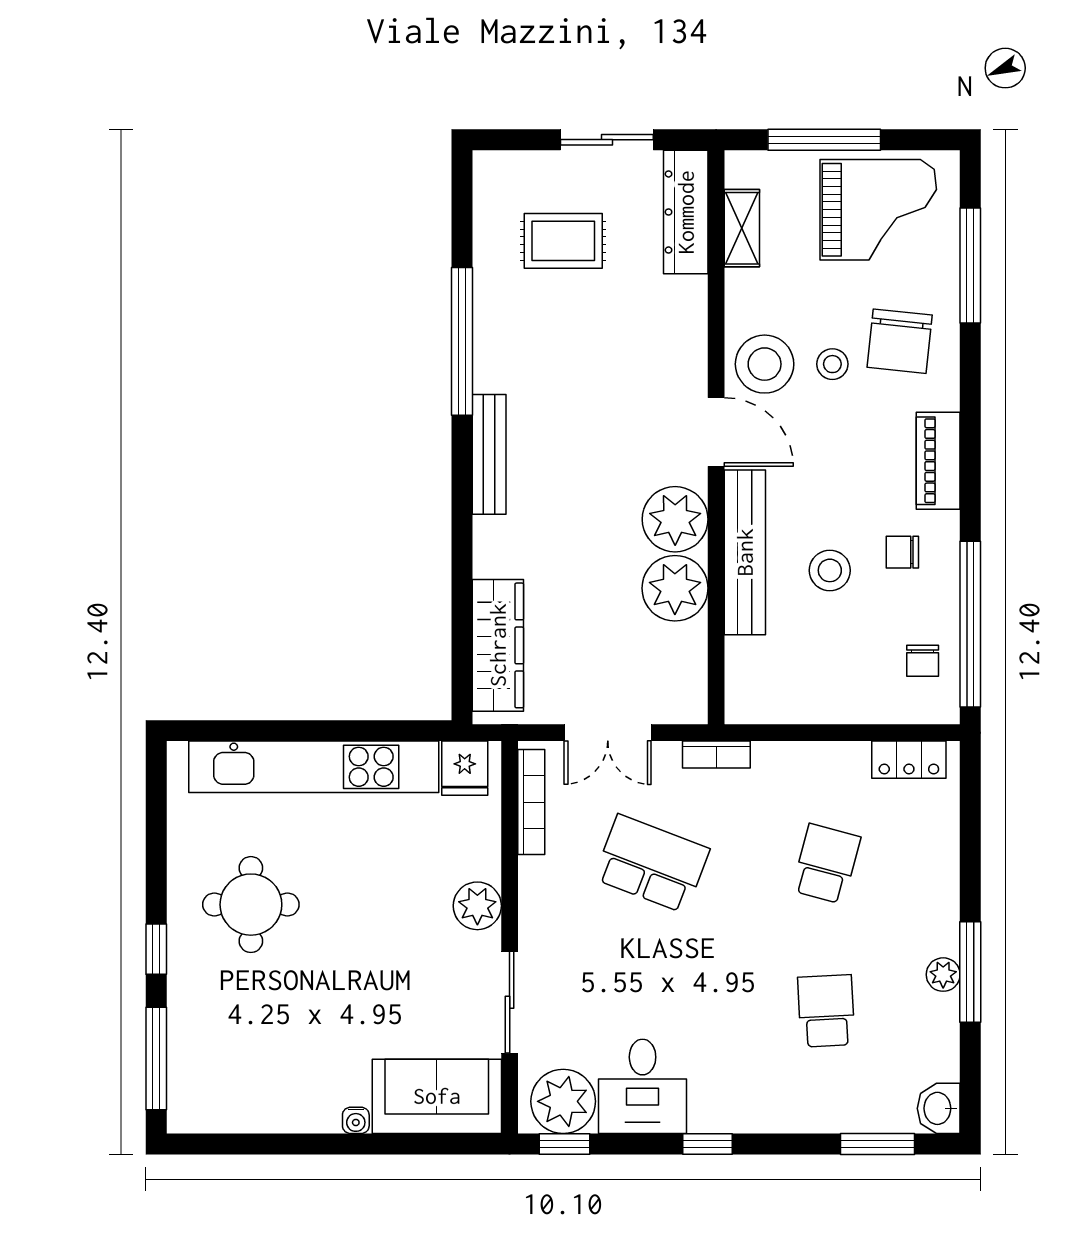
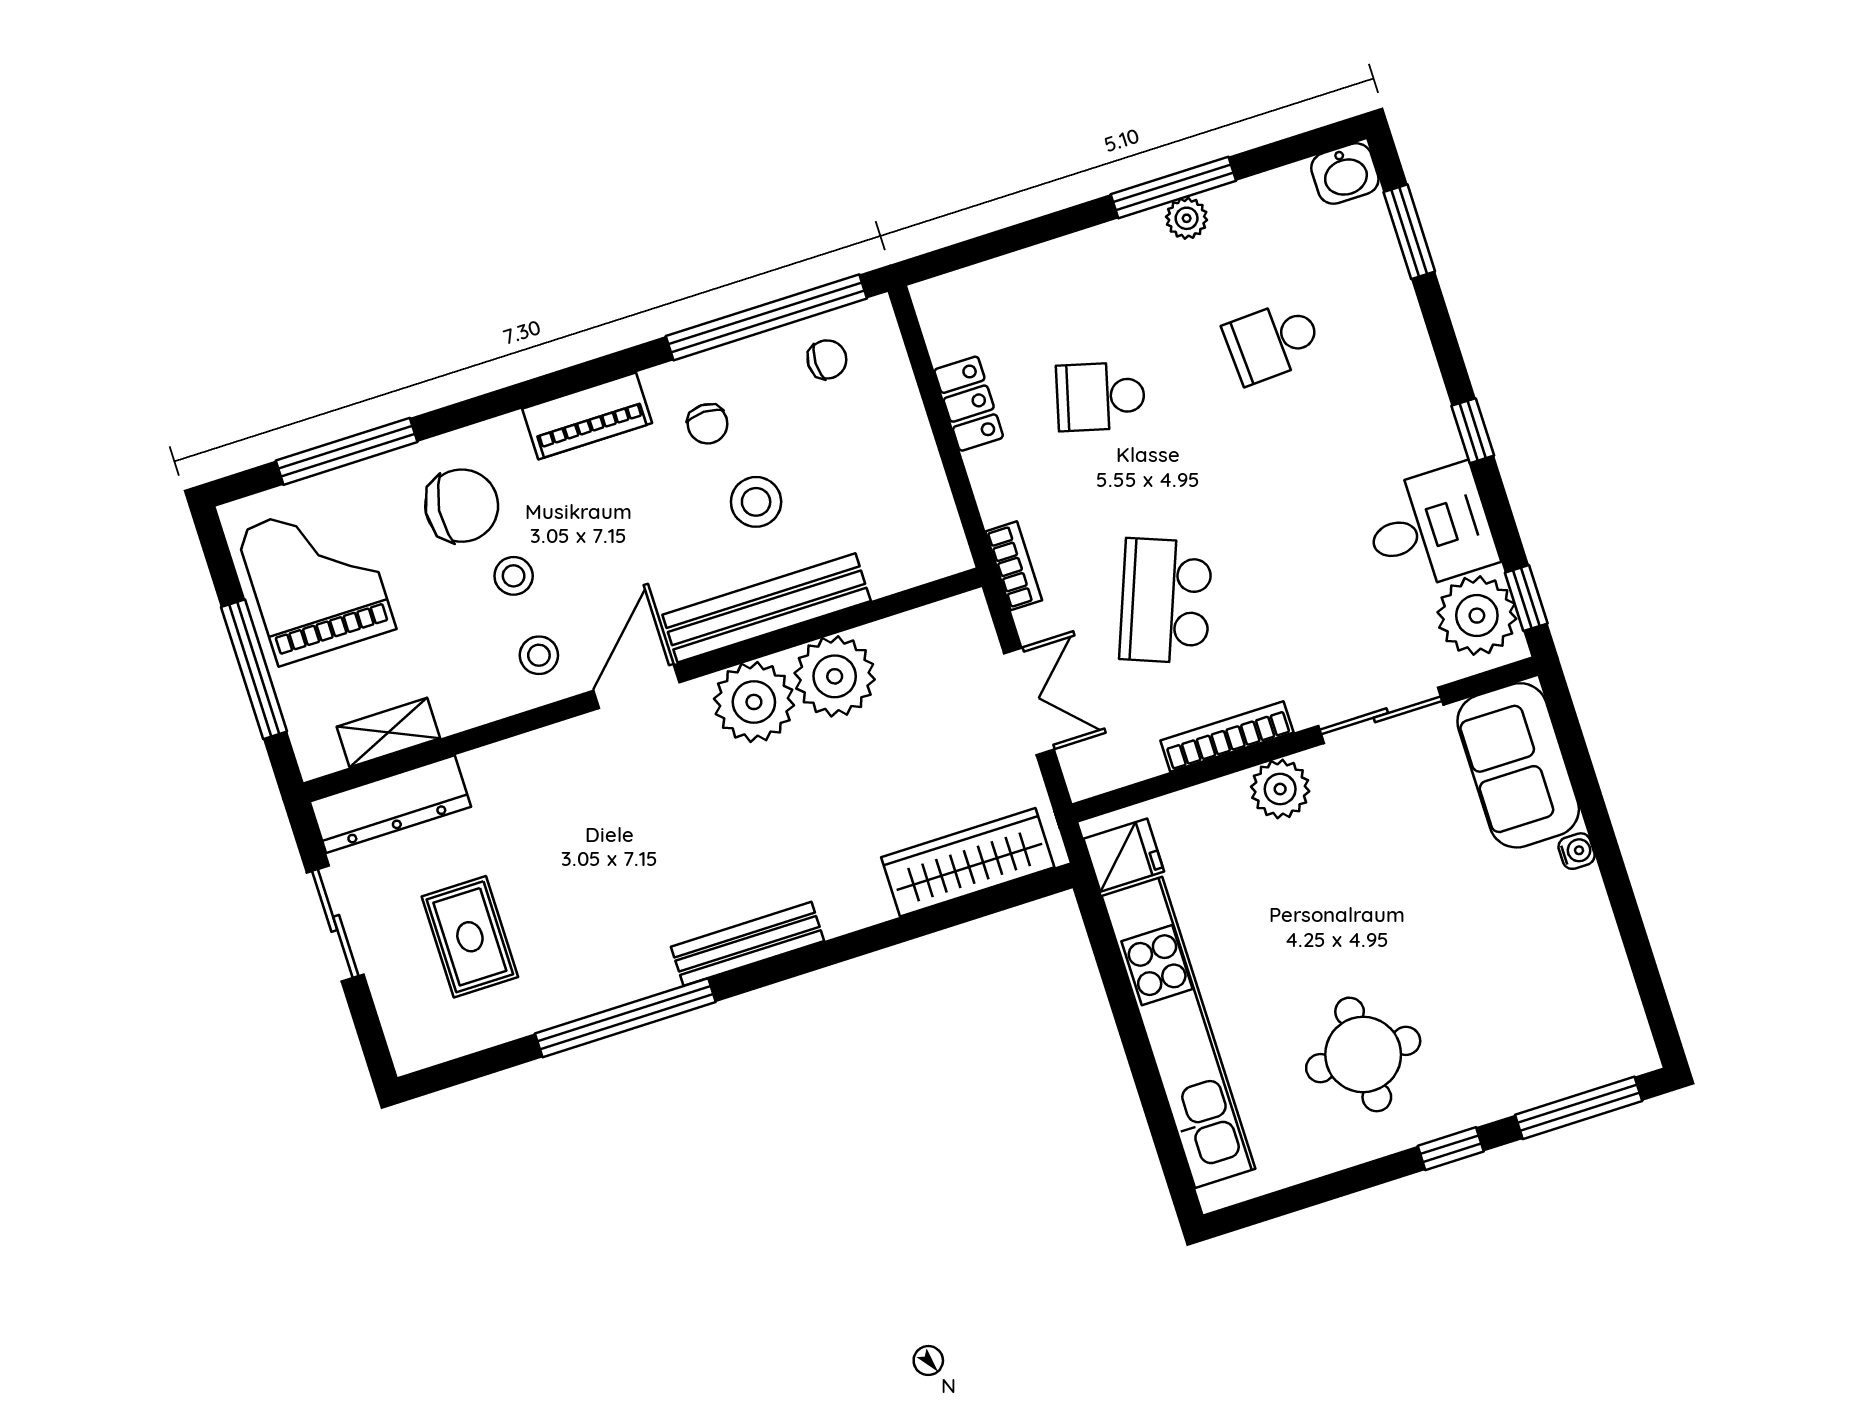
stool: (765, 364) -> (539, 655), width x0.53, depth x0.53
locker: (909, 760) -> (969, 404), moved
bookcase: (531, 802) -> (1227, 736), moved

